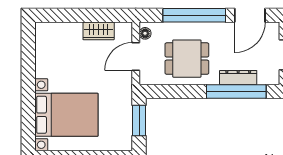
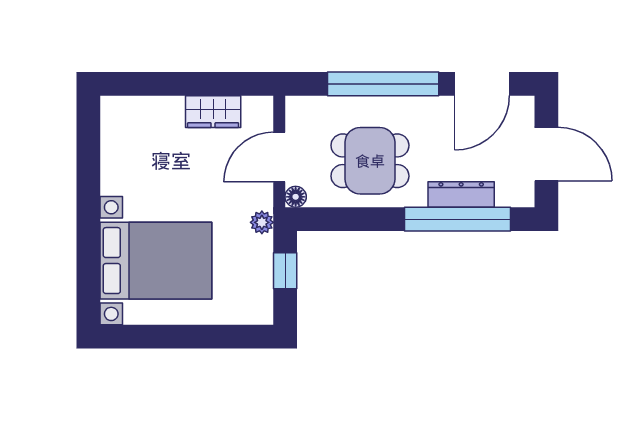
floor lamp: (145, 33) -> (296, 197), moved
plant: (126, 93) -> (262, 222), added
window: (139, 120) -> (285, 271), width x0.67

